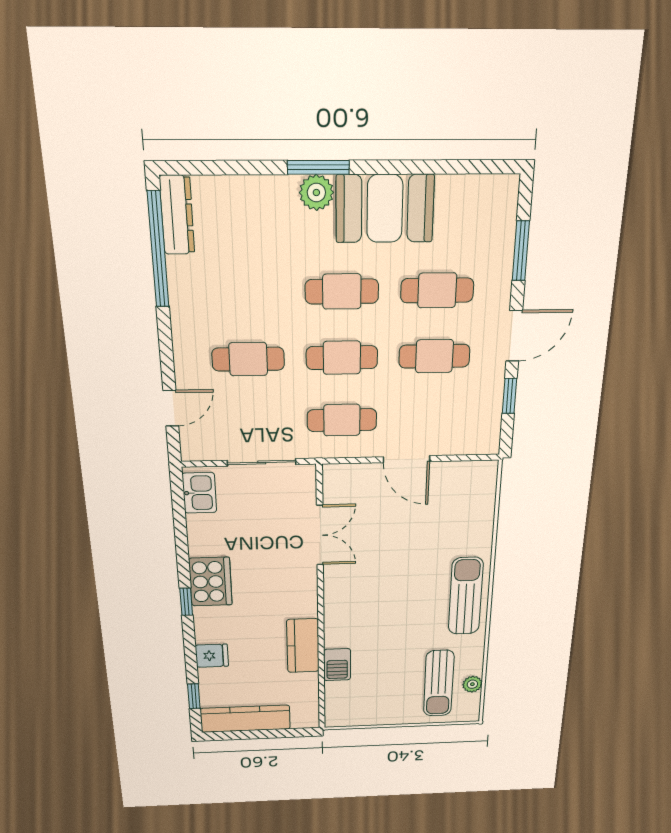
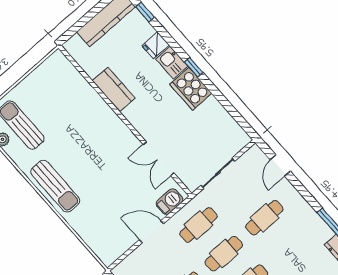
kitchen sink: (199, 493) -> (172, 63), moved
barbecue: (337, 665) -> (169, 202), moved, turned 90

